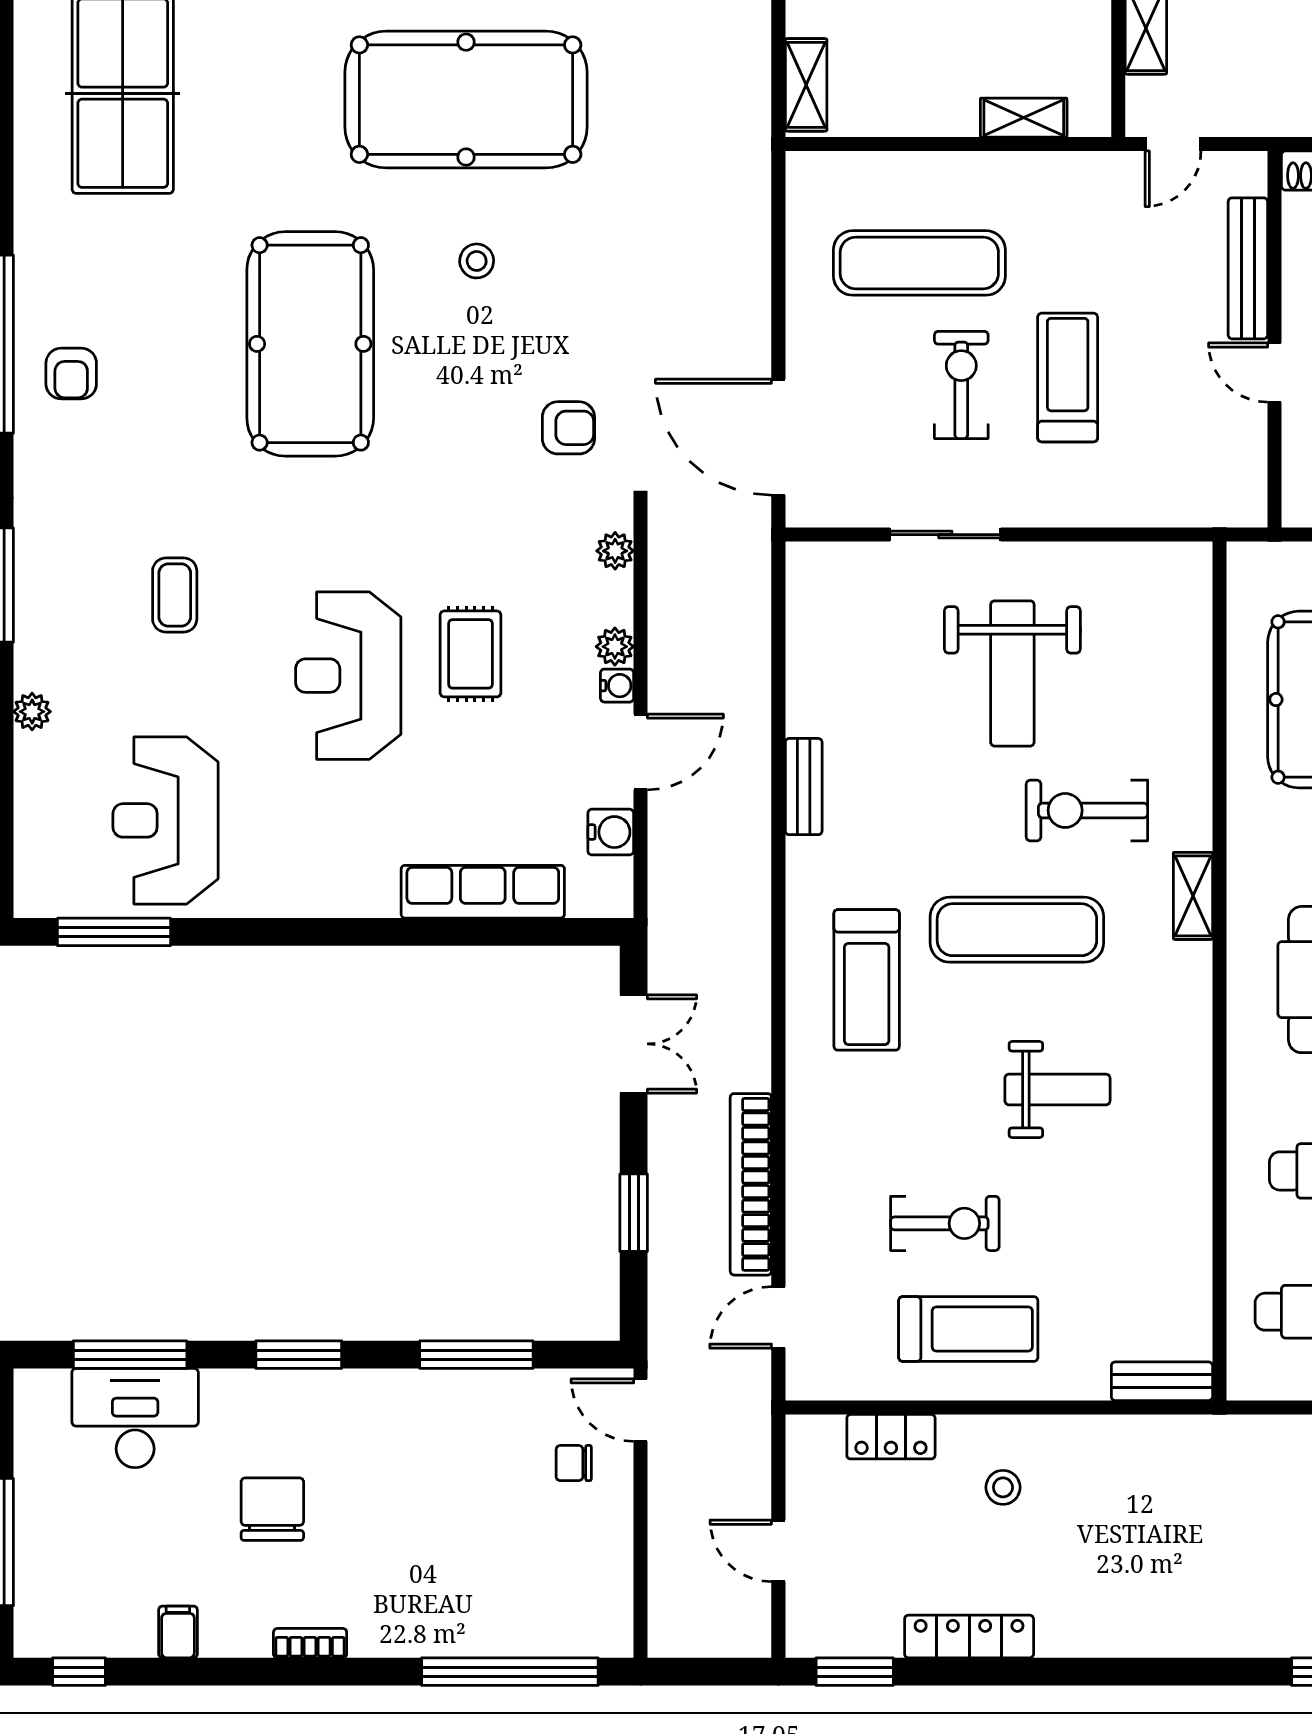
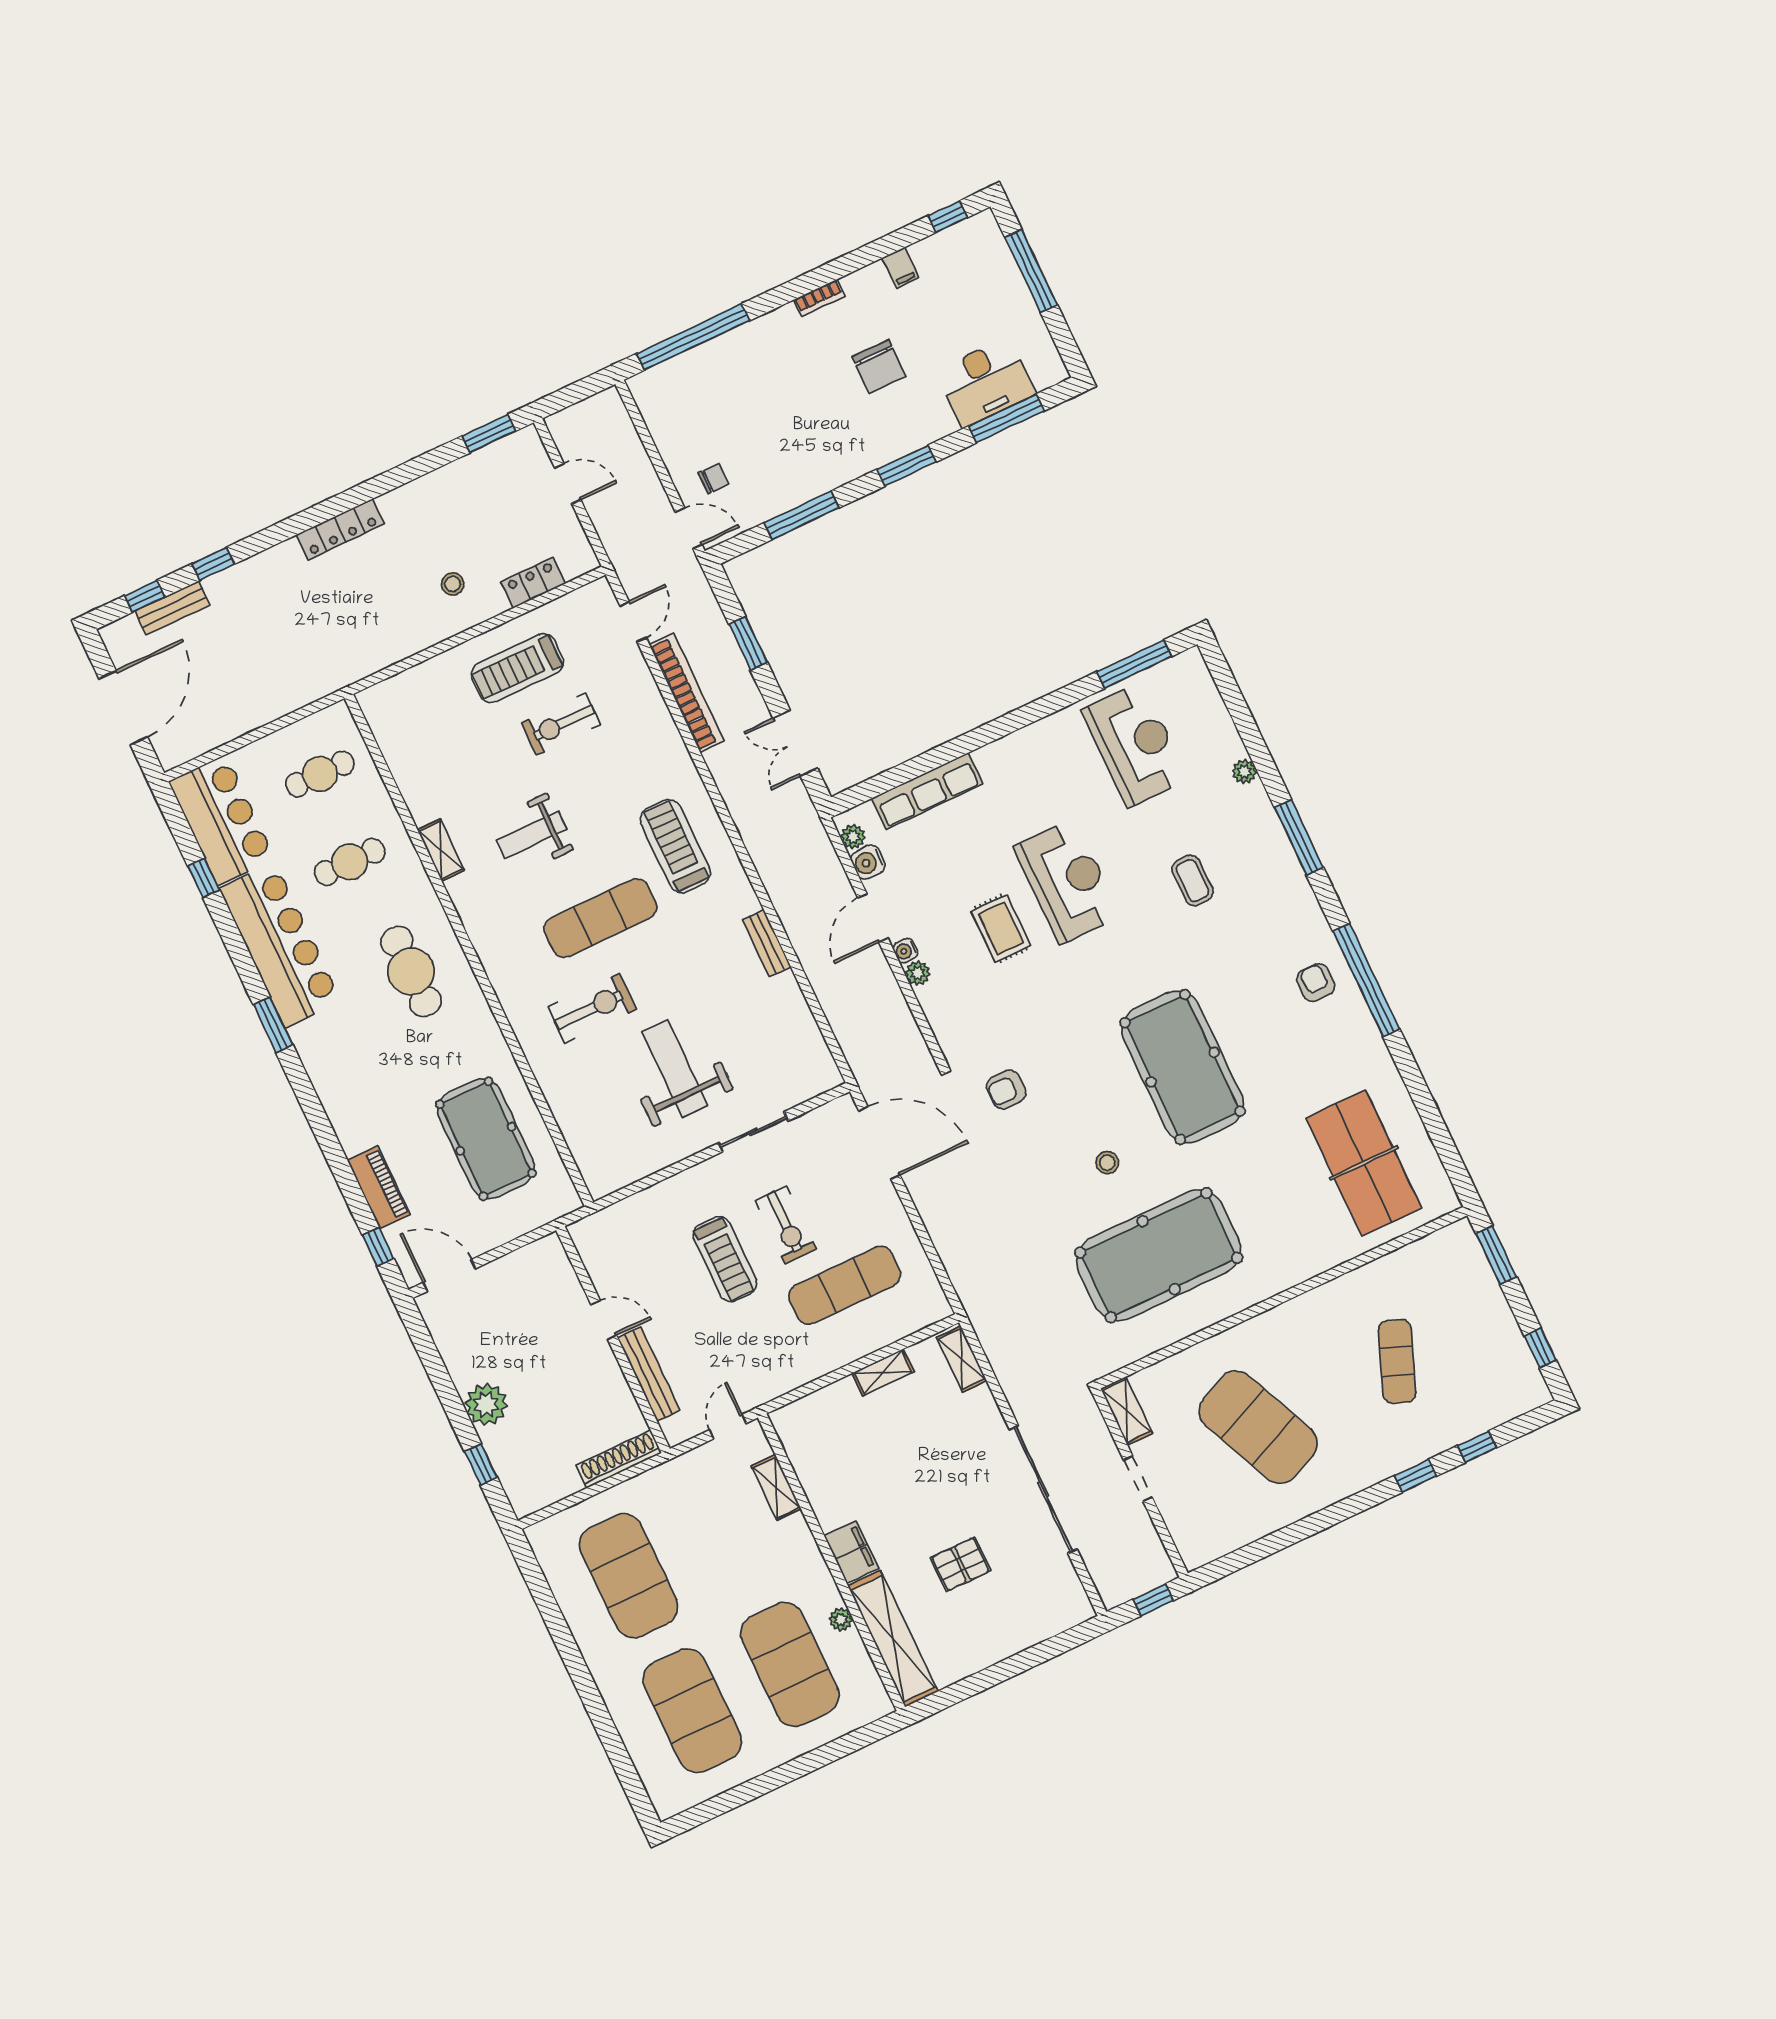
shelving: (1024, 118) -> (883, 1372), moved
plant: (615, 551) -> (853, 837), moved
shelving: (1193, 896) -> (441, 850), moved
bench: (1162, 1381) -> (388, 691), removed
locker: (969, 1636) -> (340, 529), moved

